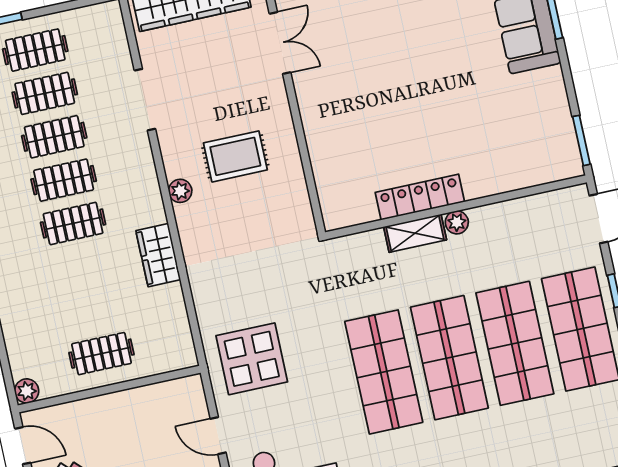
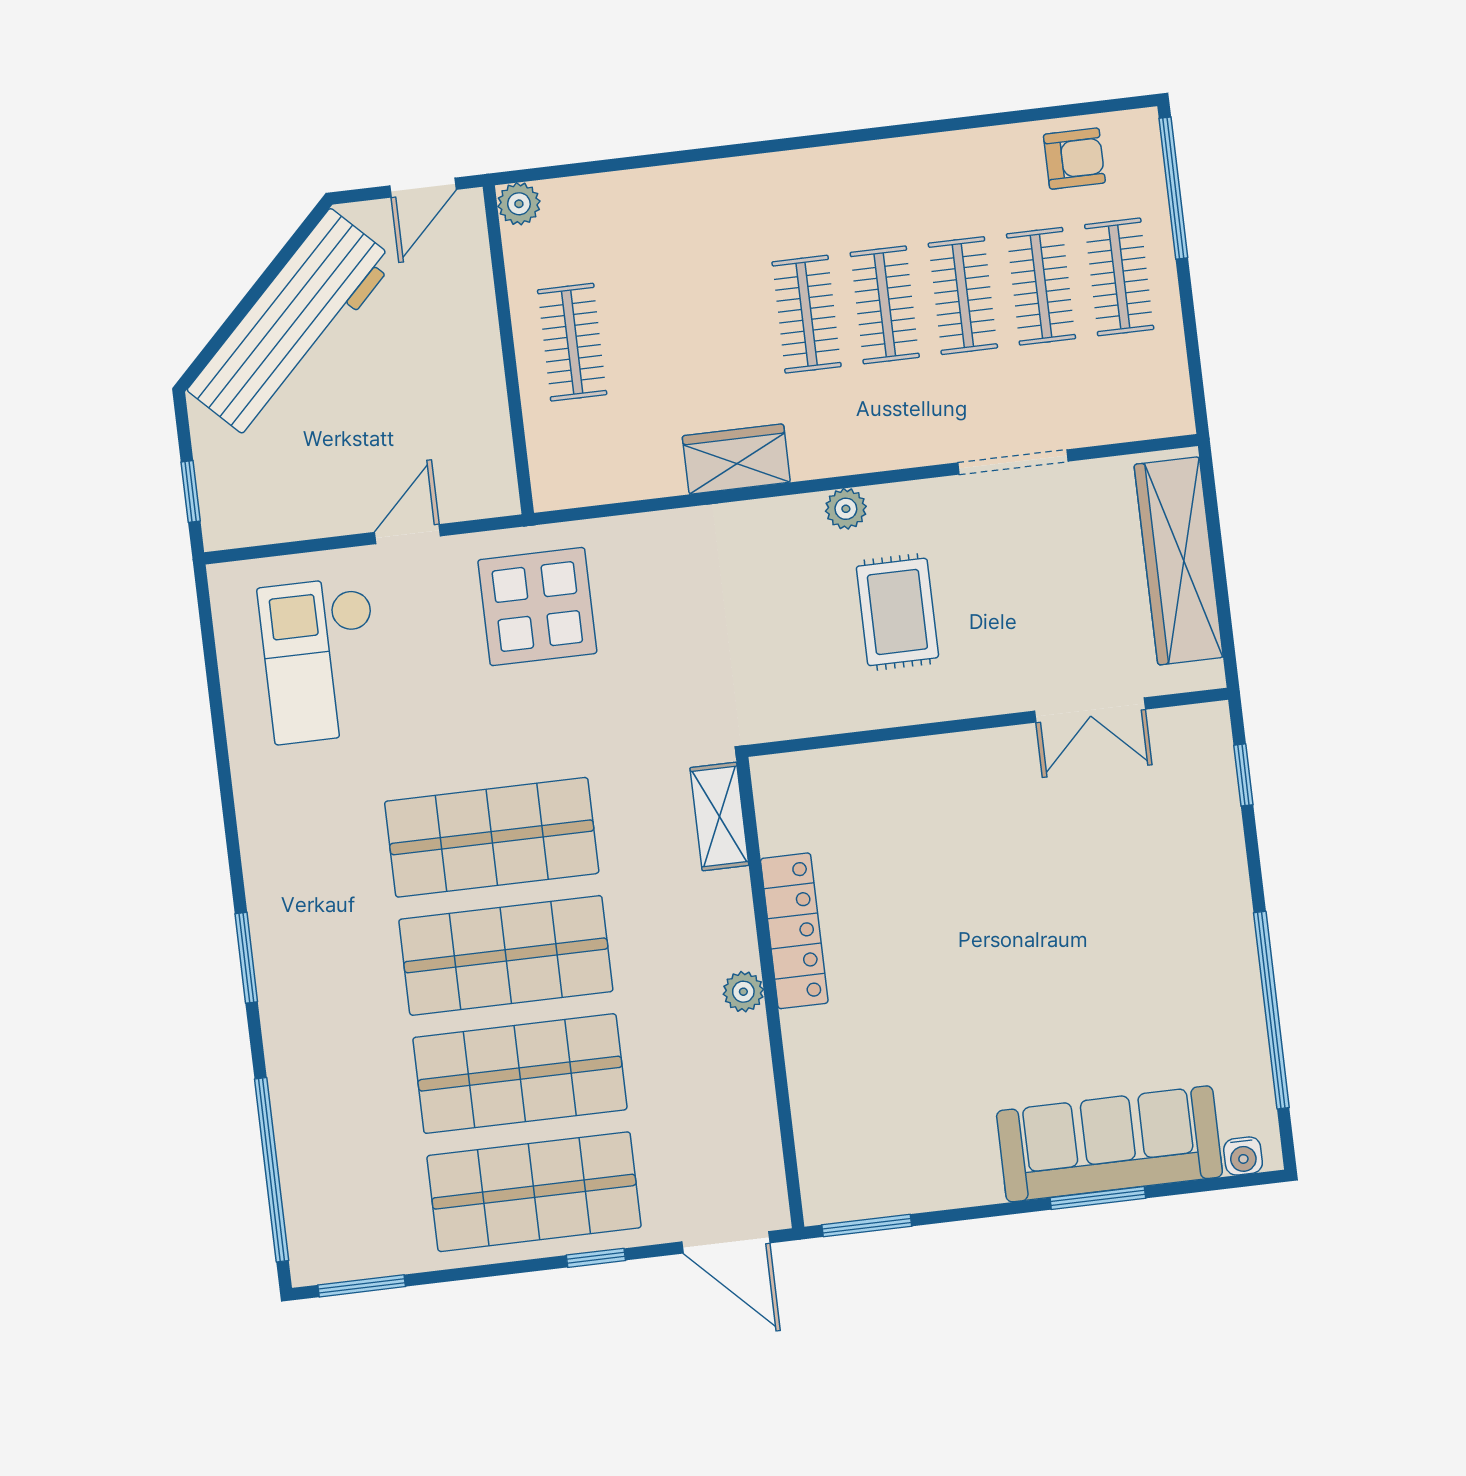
shelving: (415, 233) -> (719, 816), moved

